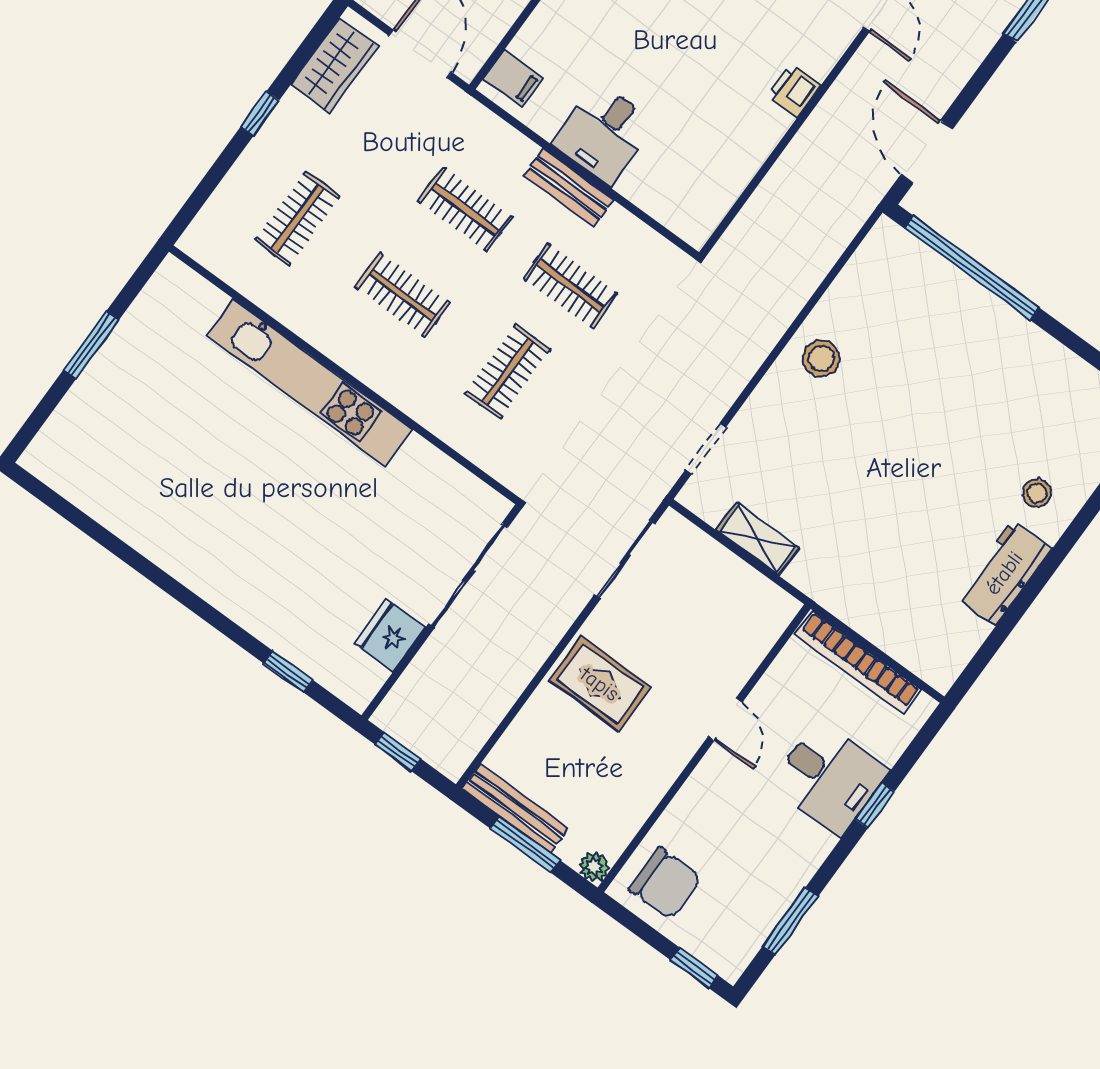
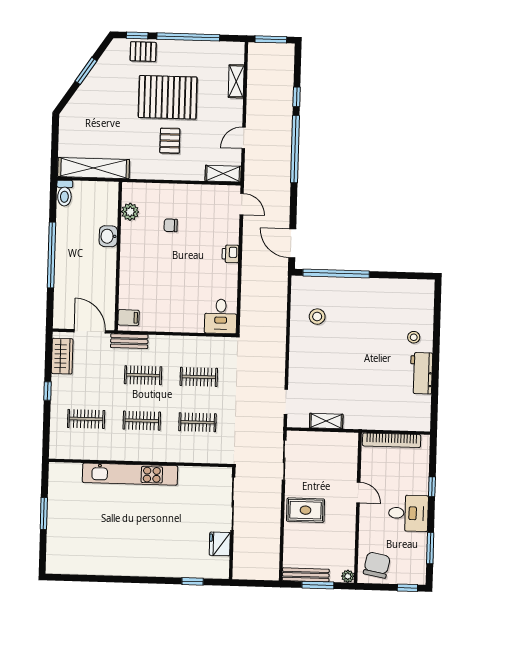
desk: (604, 134) -> (221, 316), moved
bench: (569, 188) -> (129, 341), moved
clothes rail: (298, 218) -> (86, 419), turned 90
stool: (821, 358) -> (317, 317), moved
clothes rail: (508, 372) -> (197, 422), turned 90
window: (398, 752) -> (250, 583), removed
desk: (829, 778) -> (408, 513), moved
chair: (665, 883) -> (377, 565), turned -79

